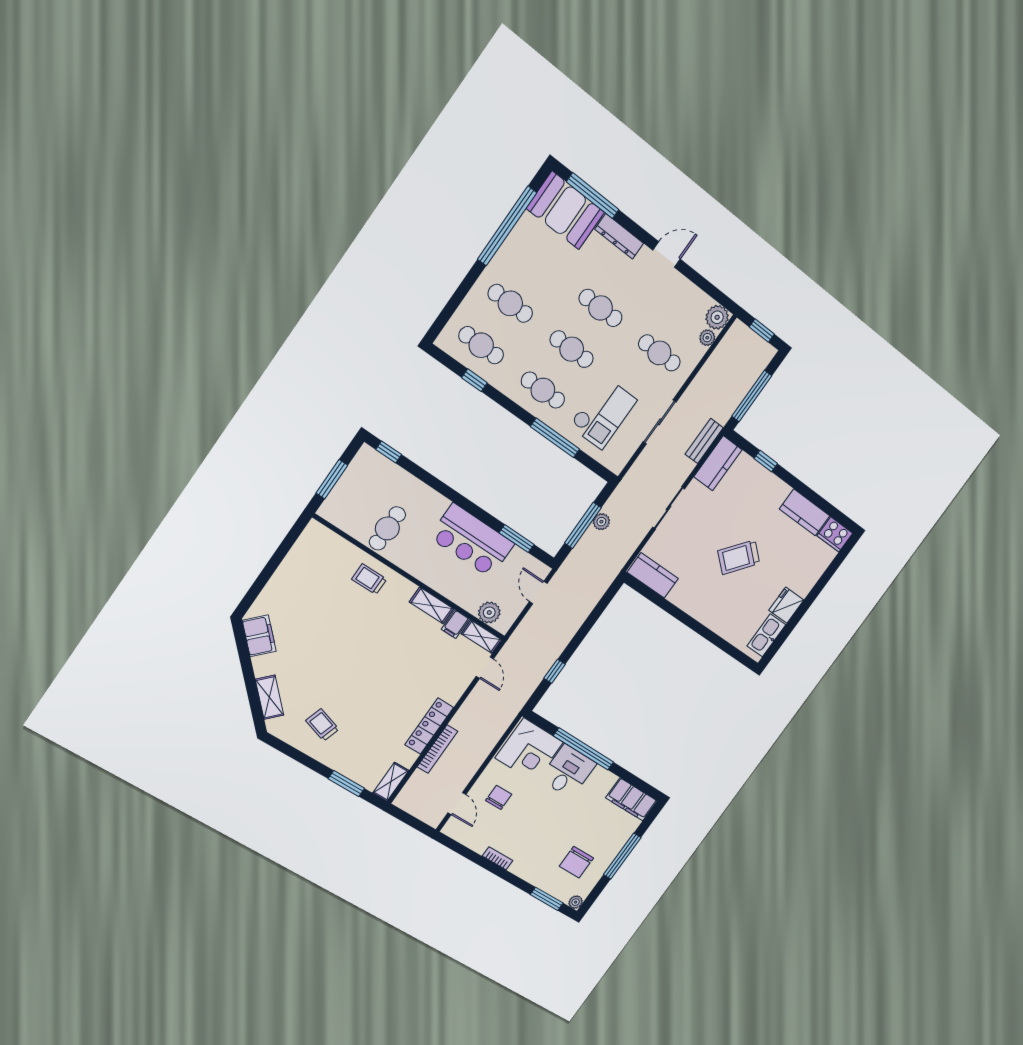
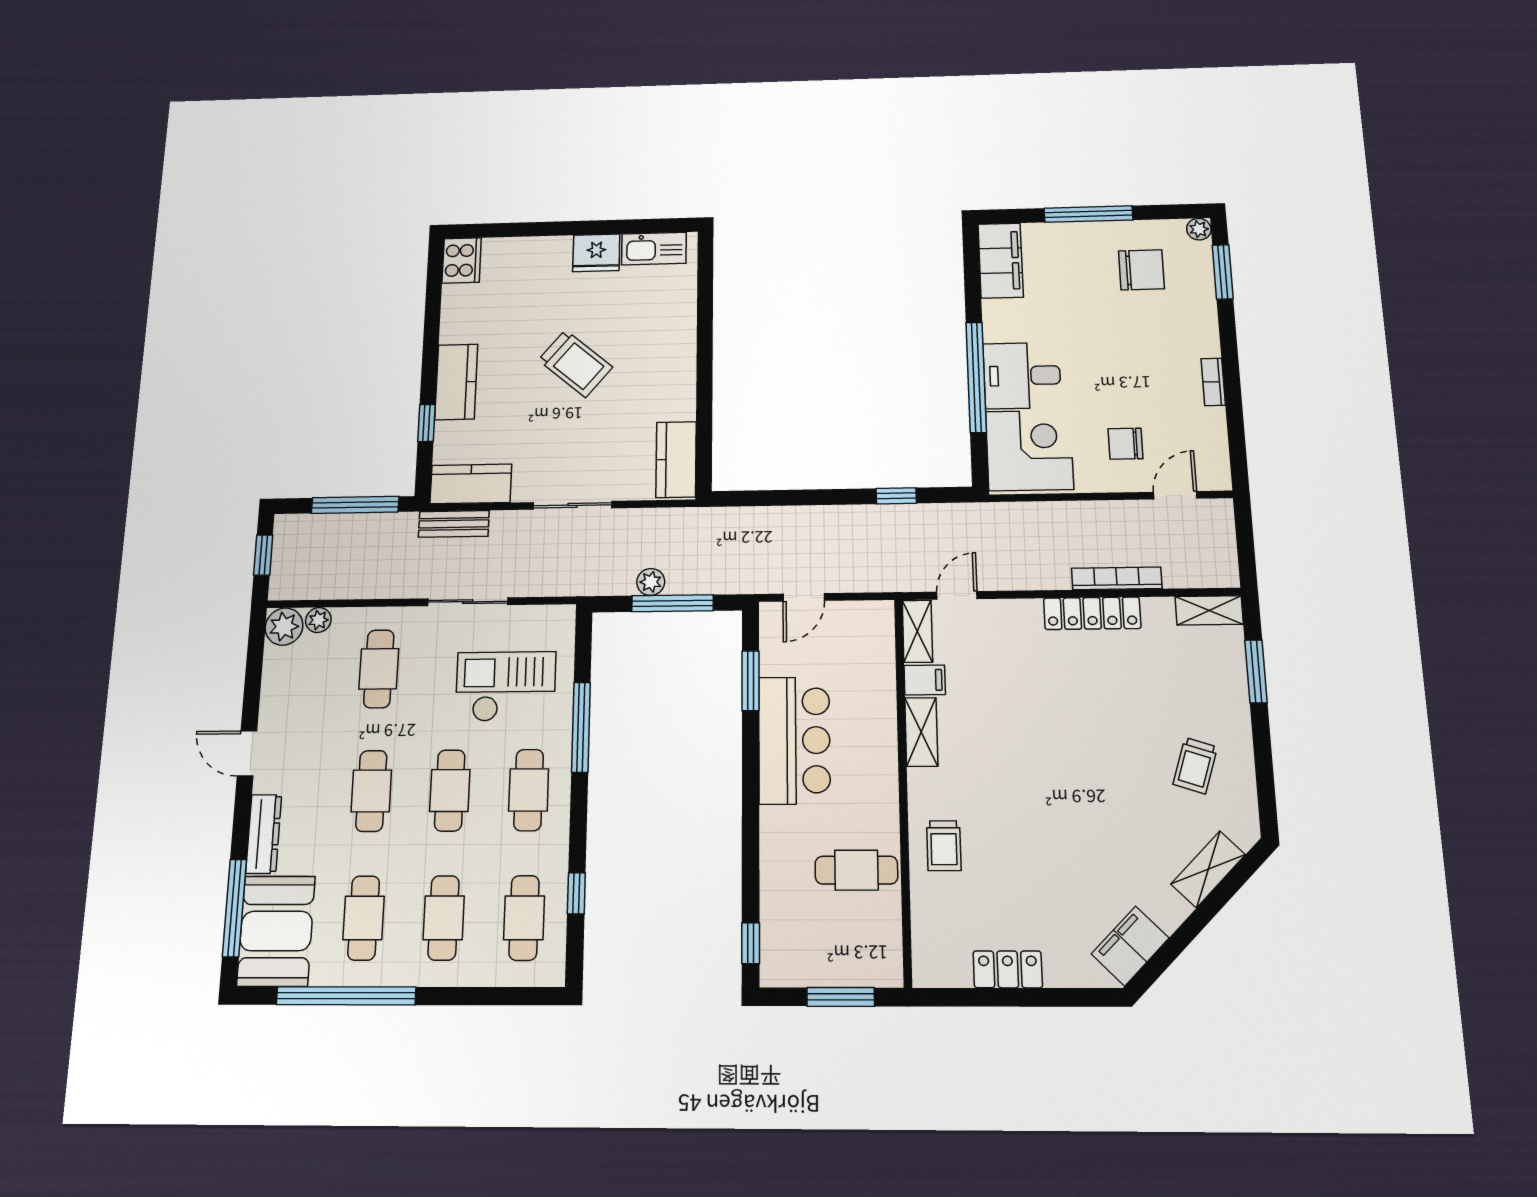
cafe table: (540, 261) -> (364, 918), added
kitchen counter: (805, 512) -> (456, 382), moved
locker: (289, 570) -> (1008, 969), added
plant: (489, 613) -> (877, 645), removed

